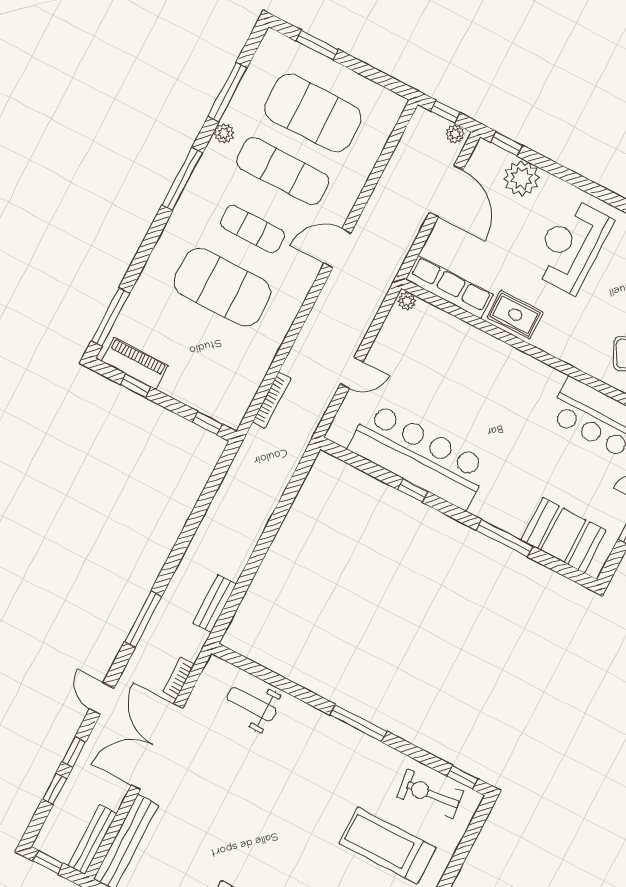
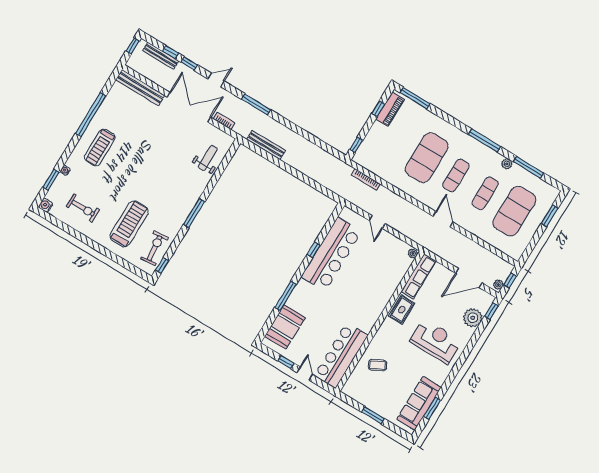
exercise mat: (283, 171) -> (485, 193), width x0.73, depth x0.69
bench: (215, 604) -> (266, 145), width x1.36
bench: (92, 840) -> (161, 56), moved

